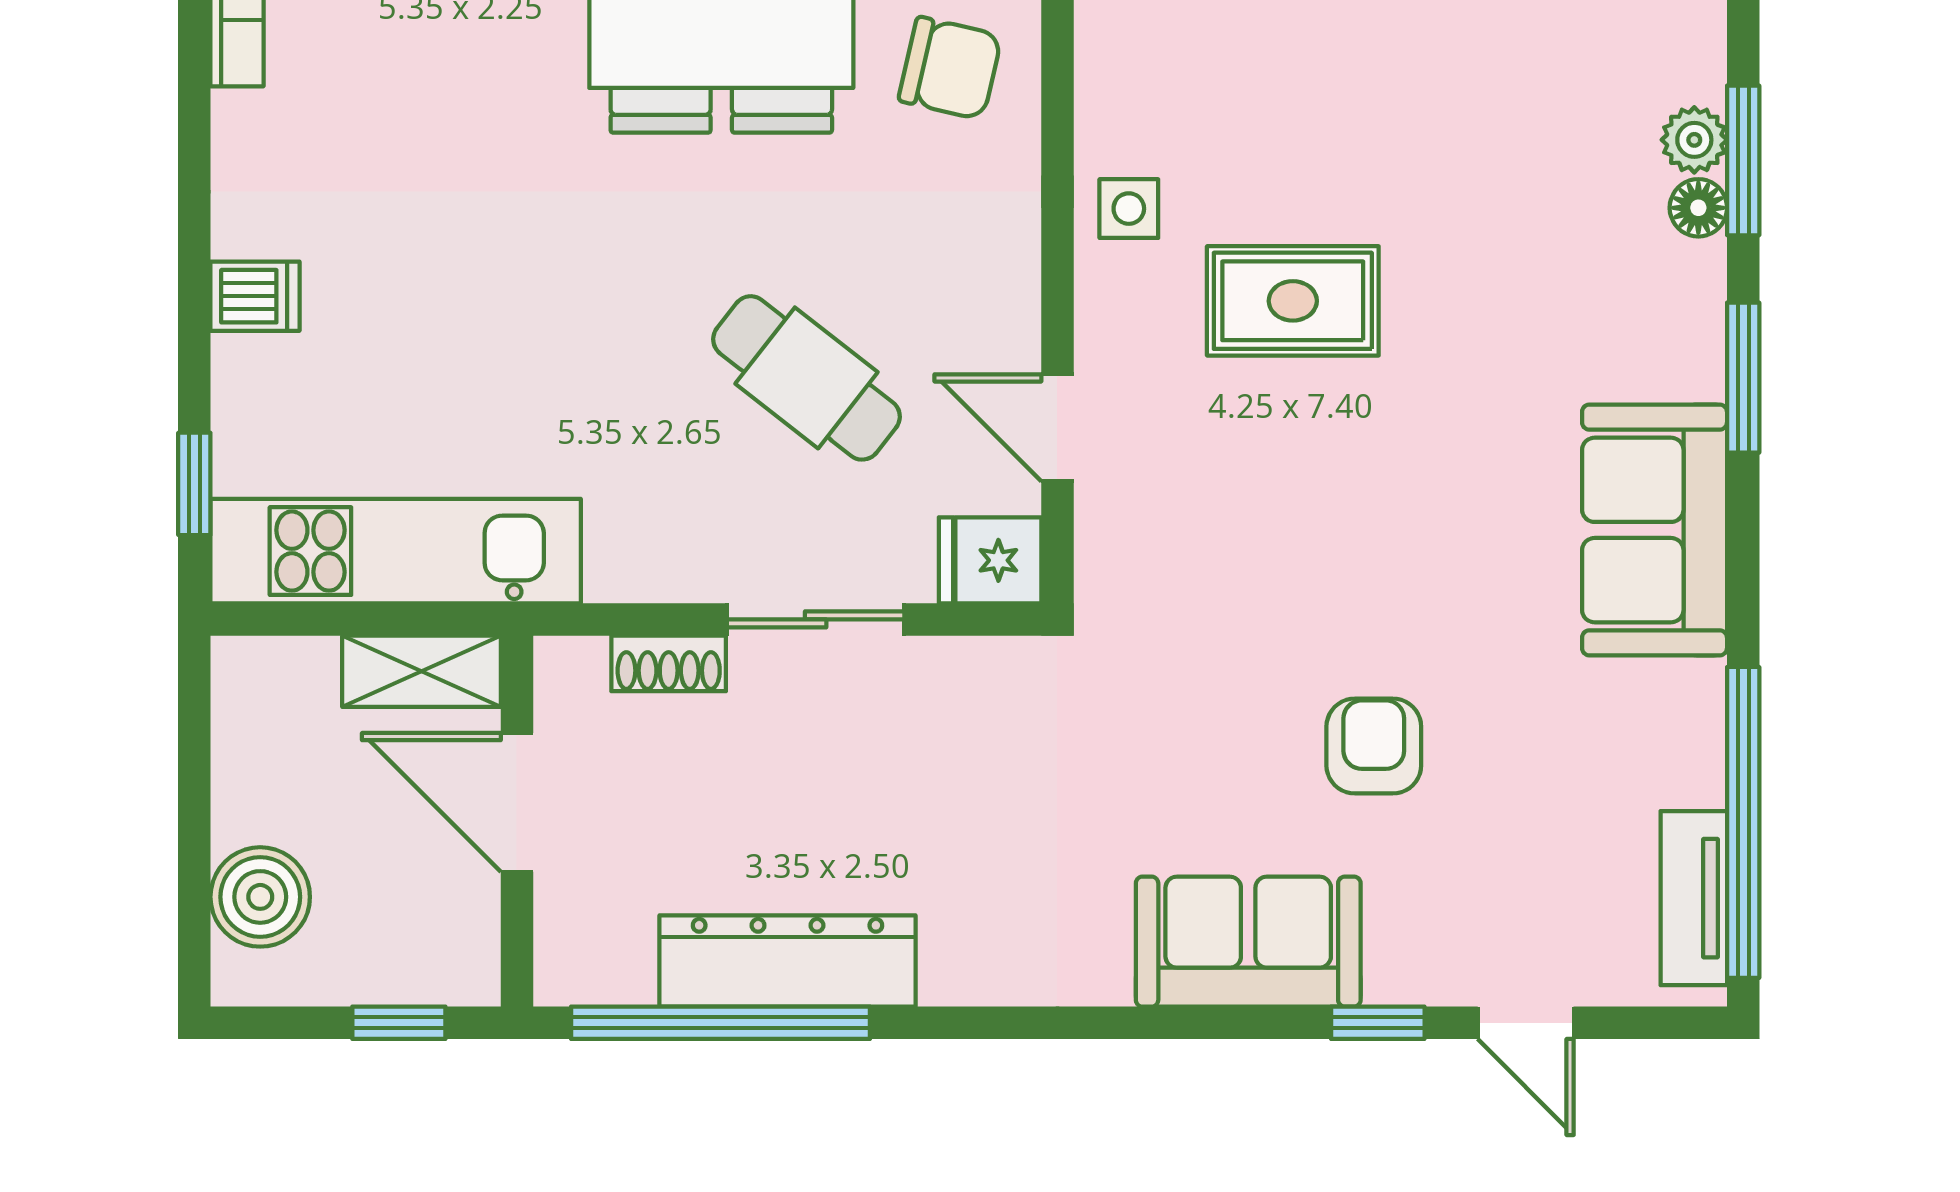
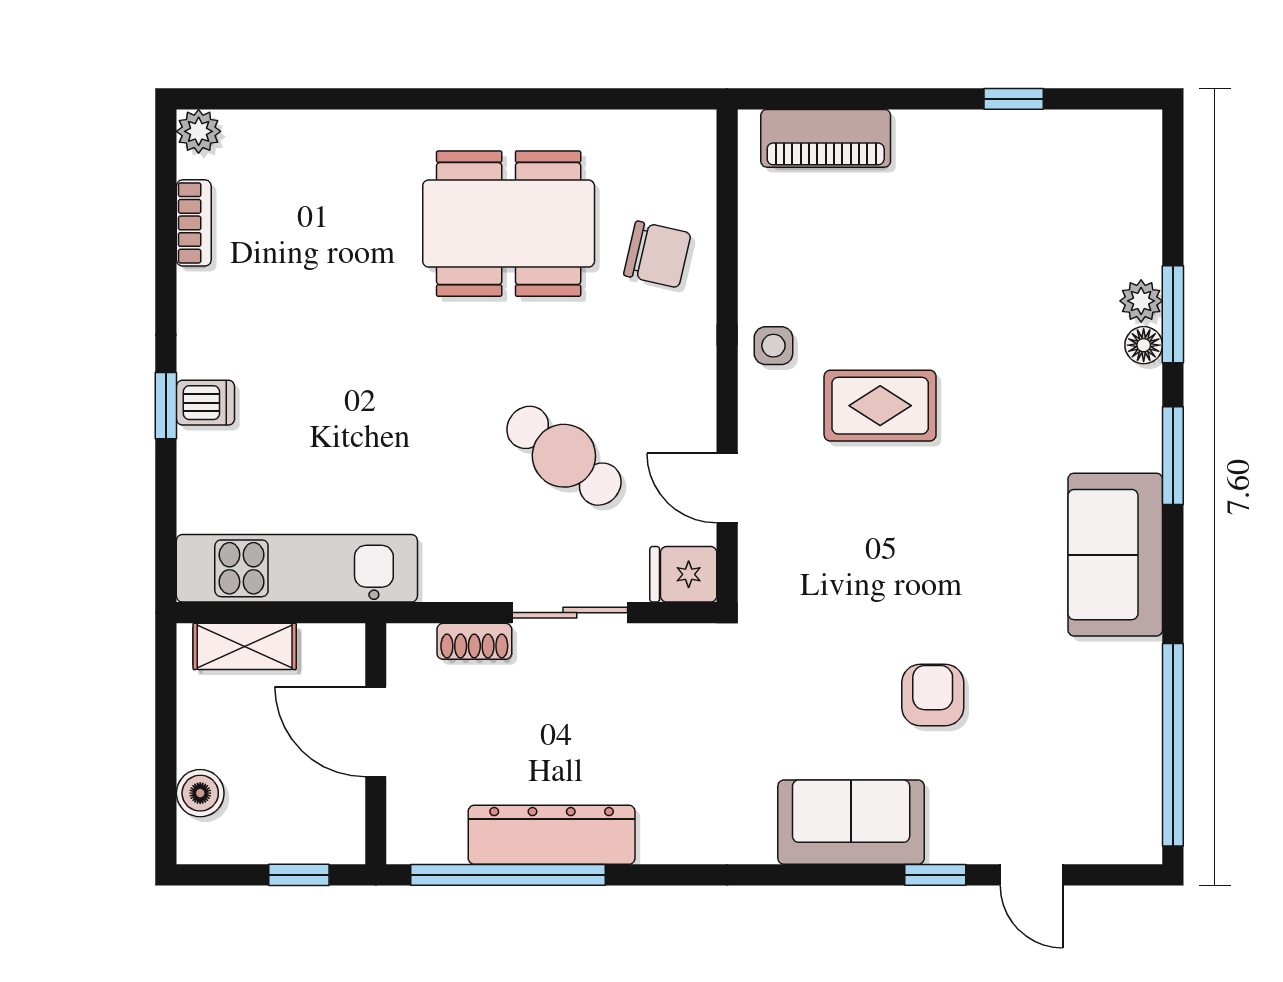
window: (194, 484) -> (166, 406), moved
shelving: (422, 671) -> (245, 646), moved
boiler: (260, 897) -> (200, 793), width x0.73, depth x0.73
tv unit: (1694, 898) -> (1141, 794), removed

